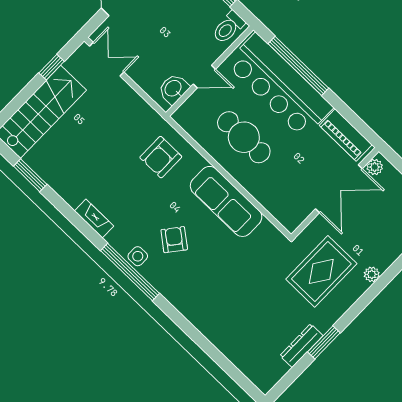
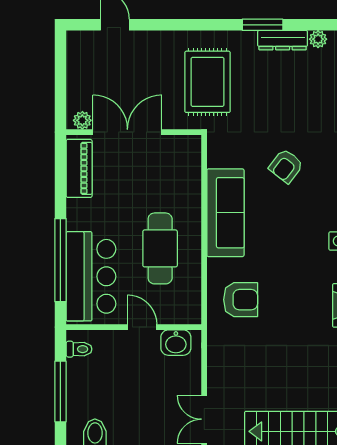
toilet: (228, 27) -> (79, 349), width x0.73, depth x0.72
bar counter: (279, 86) -> (91, 276), width x0.73
armchair: (174, 240) -> (286, 166), moved
rug: (321, 271) -> (207, 82), turned 90
plant: (372, 274) -> (318, 39), moved

